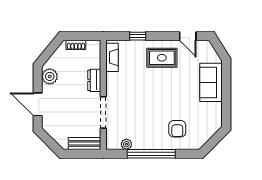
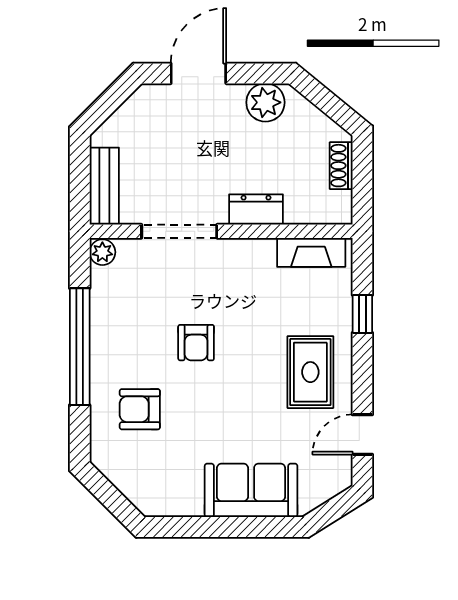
armchair: (150, 105) -> (196, 343), added
plant: (126, 144) -> (102, 252), moved

